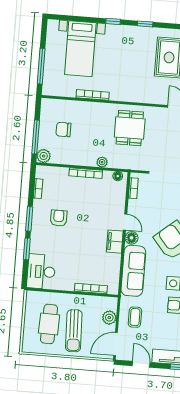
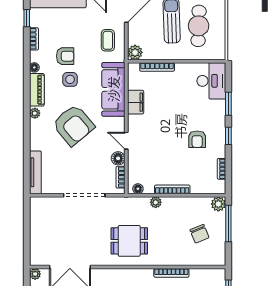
dining table: (130, 128) -> (129, 241), turned 90
chair: (63, 130) -> (199, 234), turned 68
window: (29, 219) -> (228, 136), width x0.67
floor lamp: (132, 238) -> (118, 158), moved
filing cabinet: (115, 242) -> (136, 102), moved
plant: (109, 318) -> (135, 52), moved

